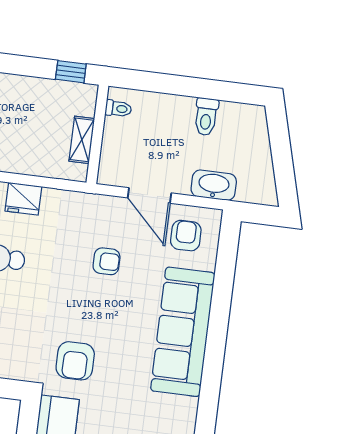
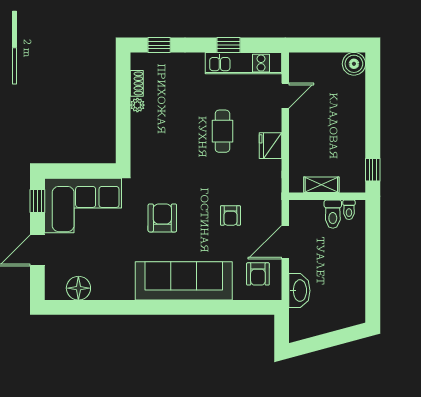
toilet: (206, 117) -> (333, 214), moved, turned -90
armchair: (186, 236) -> (258, 274), turned 90
armchair: (75, 361) -> (162, 218), moved, turned 90

